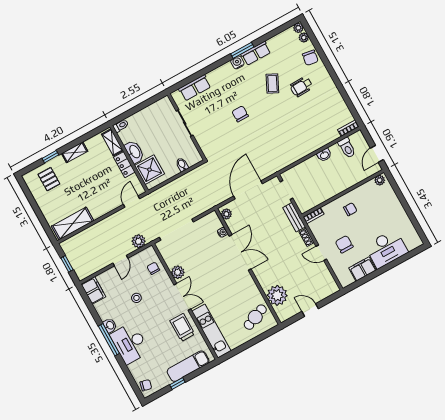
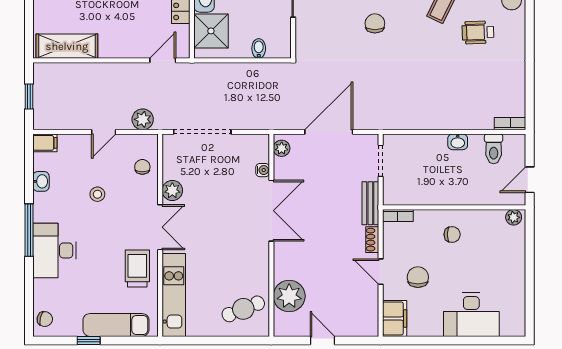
filing cabinet: (363, 269) -> (395, 318), moved, turned 90
filing cabinet: (93, 290) -> (45, 143), width x0.50
washbasin: (110, 325) -> (41, 181), moved

